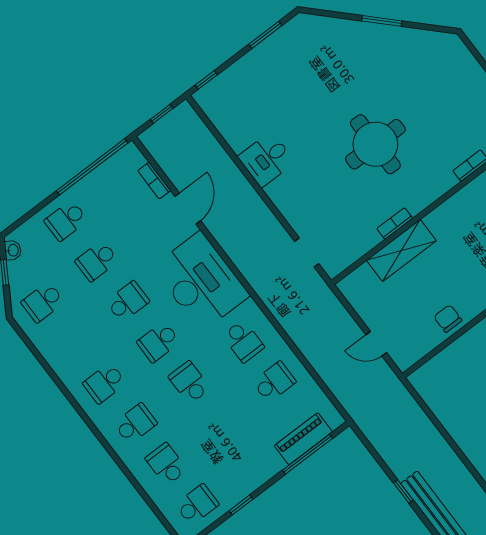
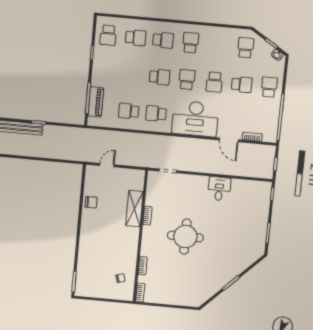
school desk: (97, 261) -> (242, 85), turned 90
school desk: (274, 382) -> (129, 111), turned 90
school desk: (135, 424) -> (163, 40), turned -90

